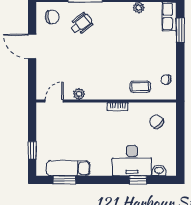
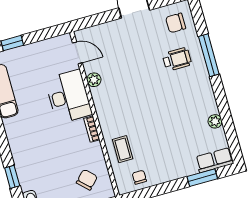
chair: (52, 17) -> (176, 23), turned 96
wheelchair: (81, 24) -> (177, 59), turned -52
desk: (132, 160) -> (68, 97), moved, turned 180

